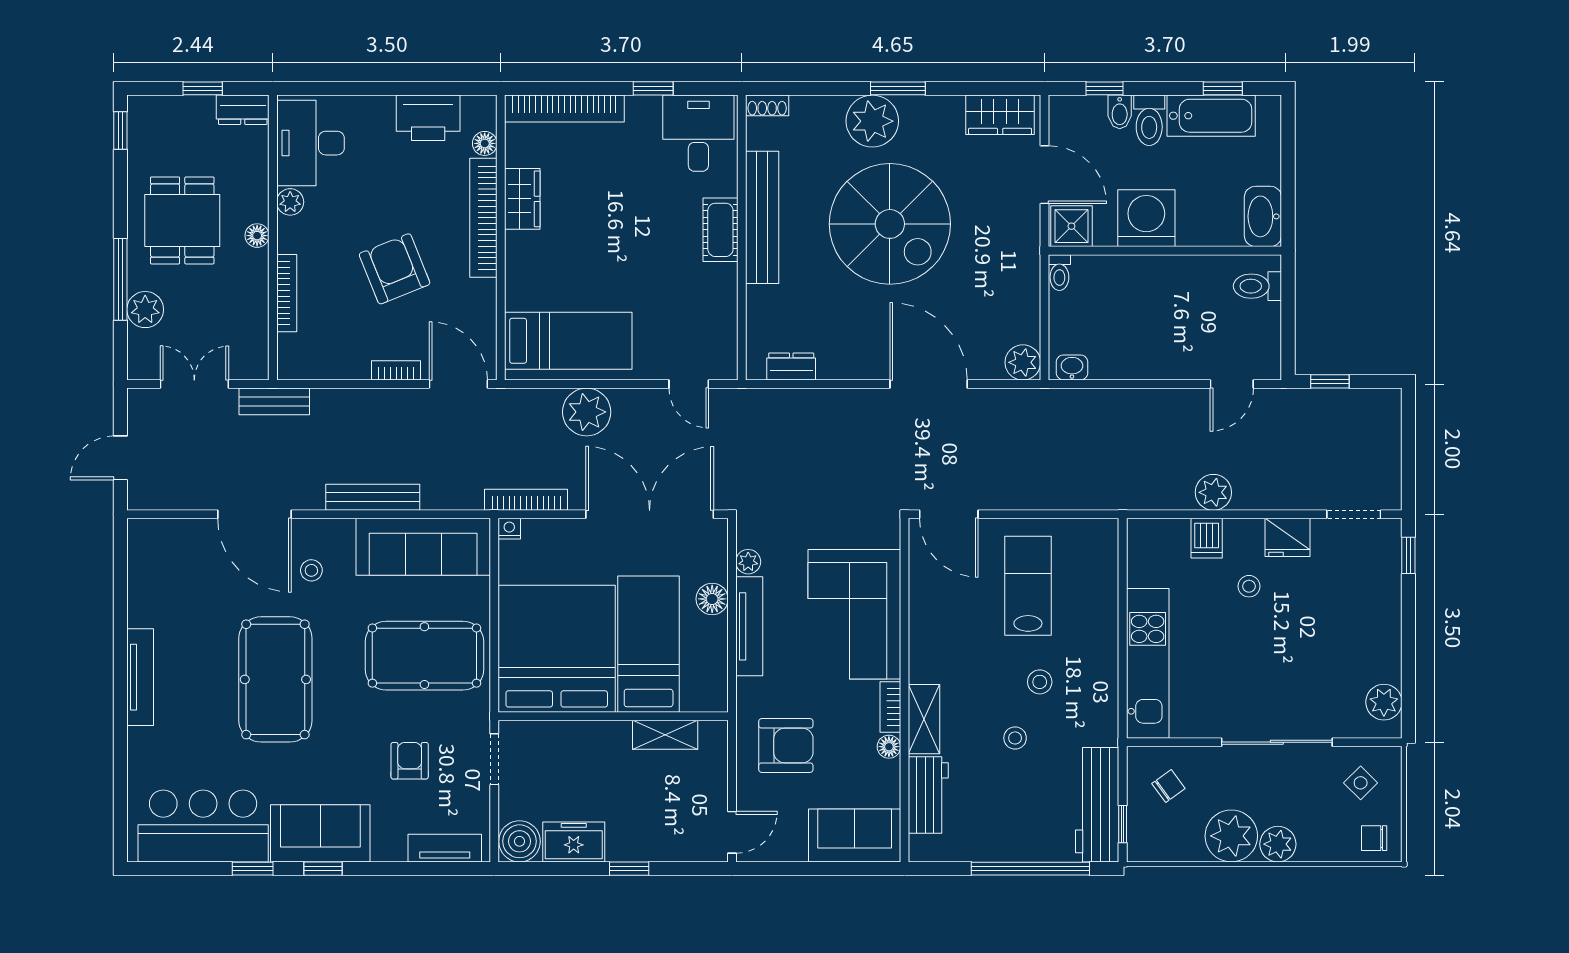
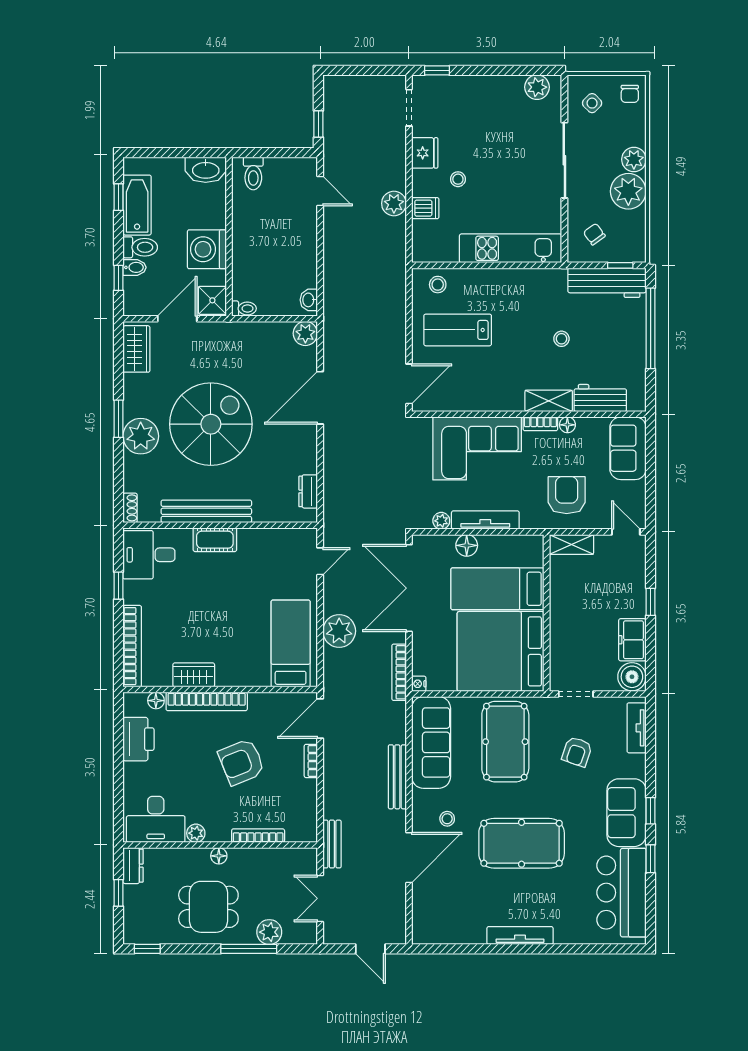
stool: (1040, 682) -> (438, 285), moved
shelving: (665, 735) -> (571, 545), moved, turned 90
armchair: (410, 761) -> (577, 752), turned -71

